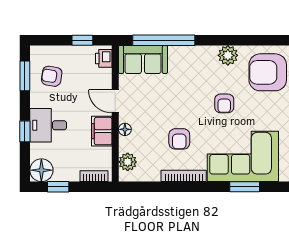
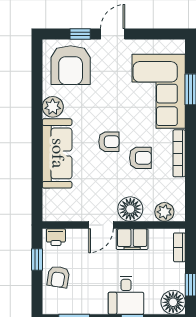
window: (164, 40) -> (37, 174), removed
sofa: (143, 59) -> (57, 153), moved, width x1.36
armchair: (52, 76) -> (58, 277), moved
armchair: (224, 103) -> (109, 142), moved
floor lamp: (125, 129) -> (130, 209), width x1.89, depth x1.89

